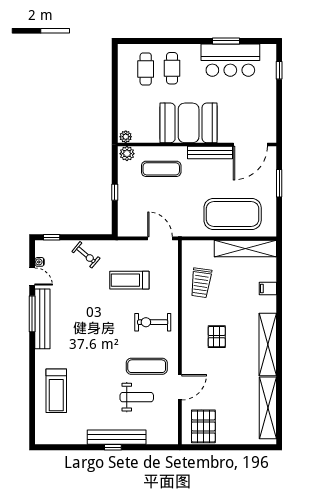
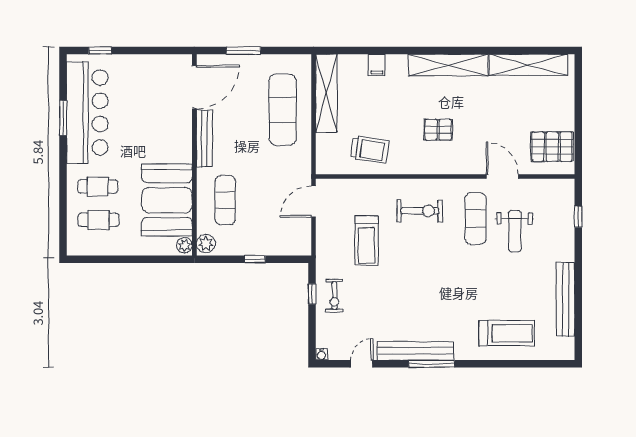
bar counter: (230, 60) -> (87, 112), width x1.36
booth: (189, 123) -> (167, 200), moved
door: (250, 144) -> (194, 87), hinge flipped
exercise mat: (233, 214) -> (283, 110), width x0.68
window: (52, 237) -> (312, 294), moved
exercise bike: (86, 255) -> (334, 296), turned 140
water cooler: (40, 262) -> (321, 354), moved
window: (32, 314) -> (432, 364), moved
exercise bike: (153, 322) -> (420, 211), turned -90
weight bench: (137, 397) -> (515, 231), turned 180
bench: (117, 437) -> (566, 299), moved
window: (113, 447) -> (578, 217), moved

